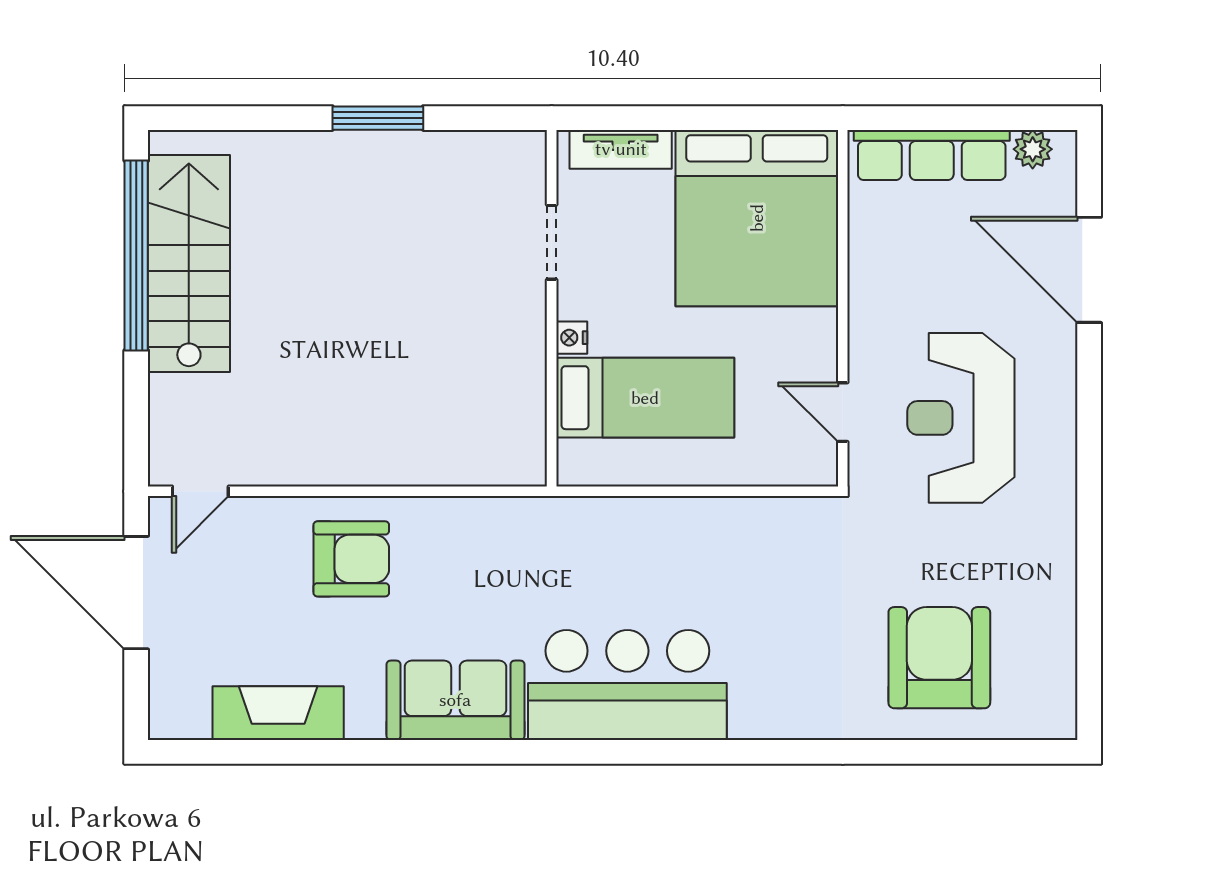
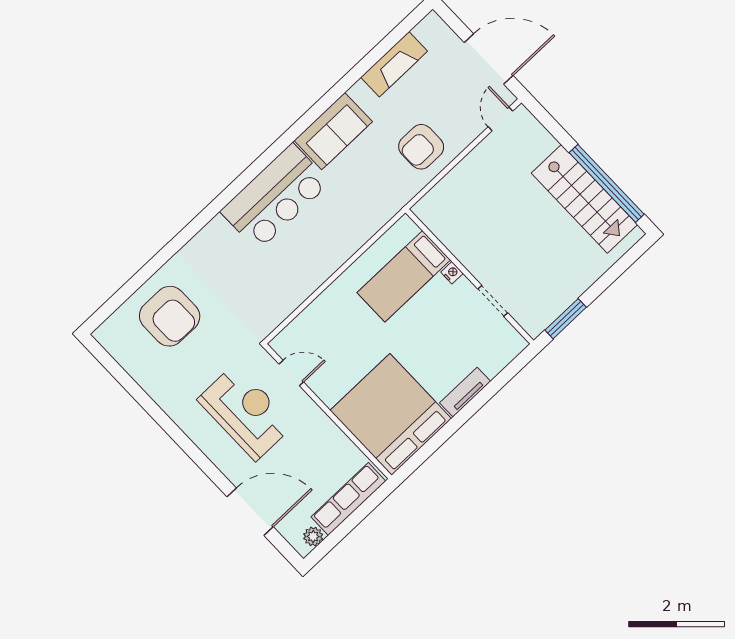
doorway: (552, 242) -> (493, 301), moved
wall: (552, 308) -> (470, 277), moved
nightstand: (572, 338) -> (452, 273), moved
bed: (645, 398) -> (404, 276), moved

